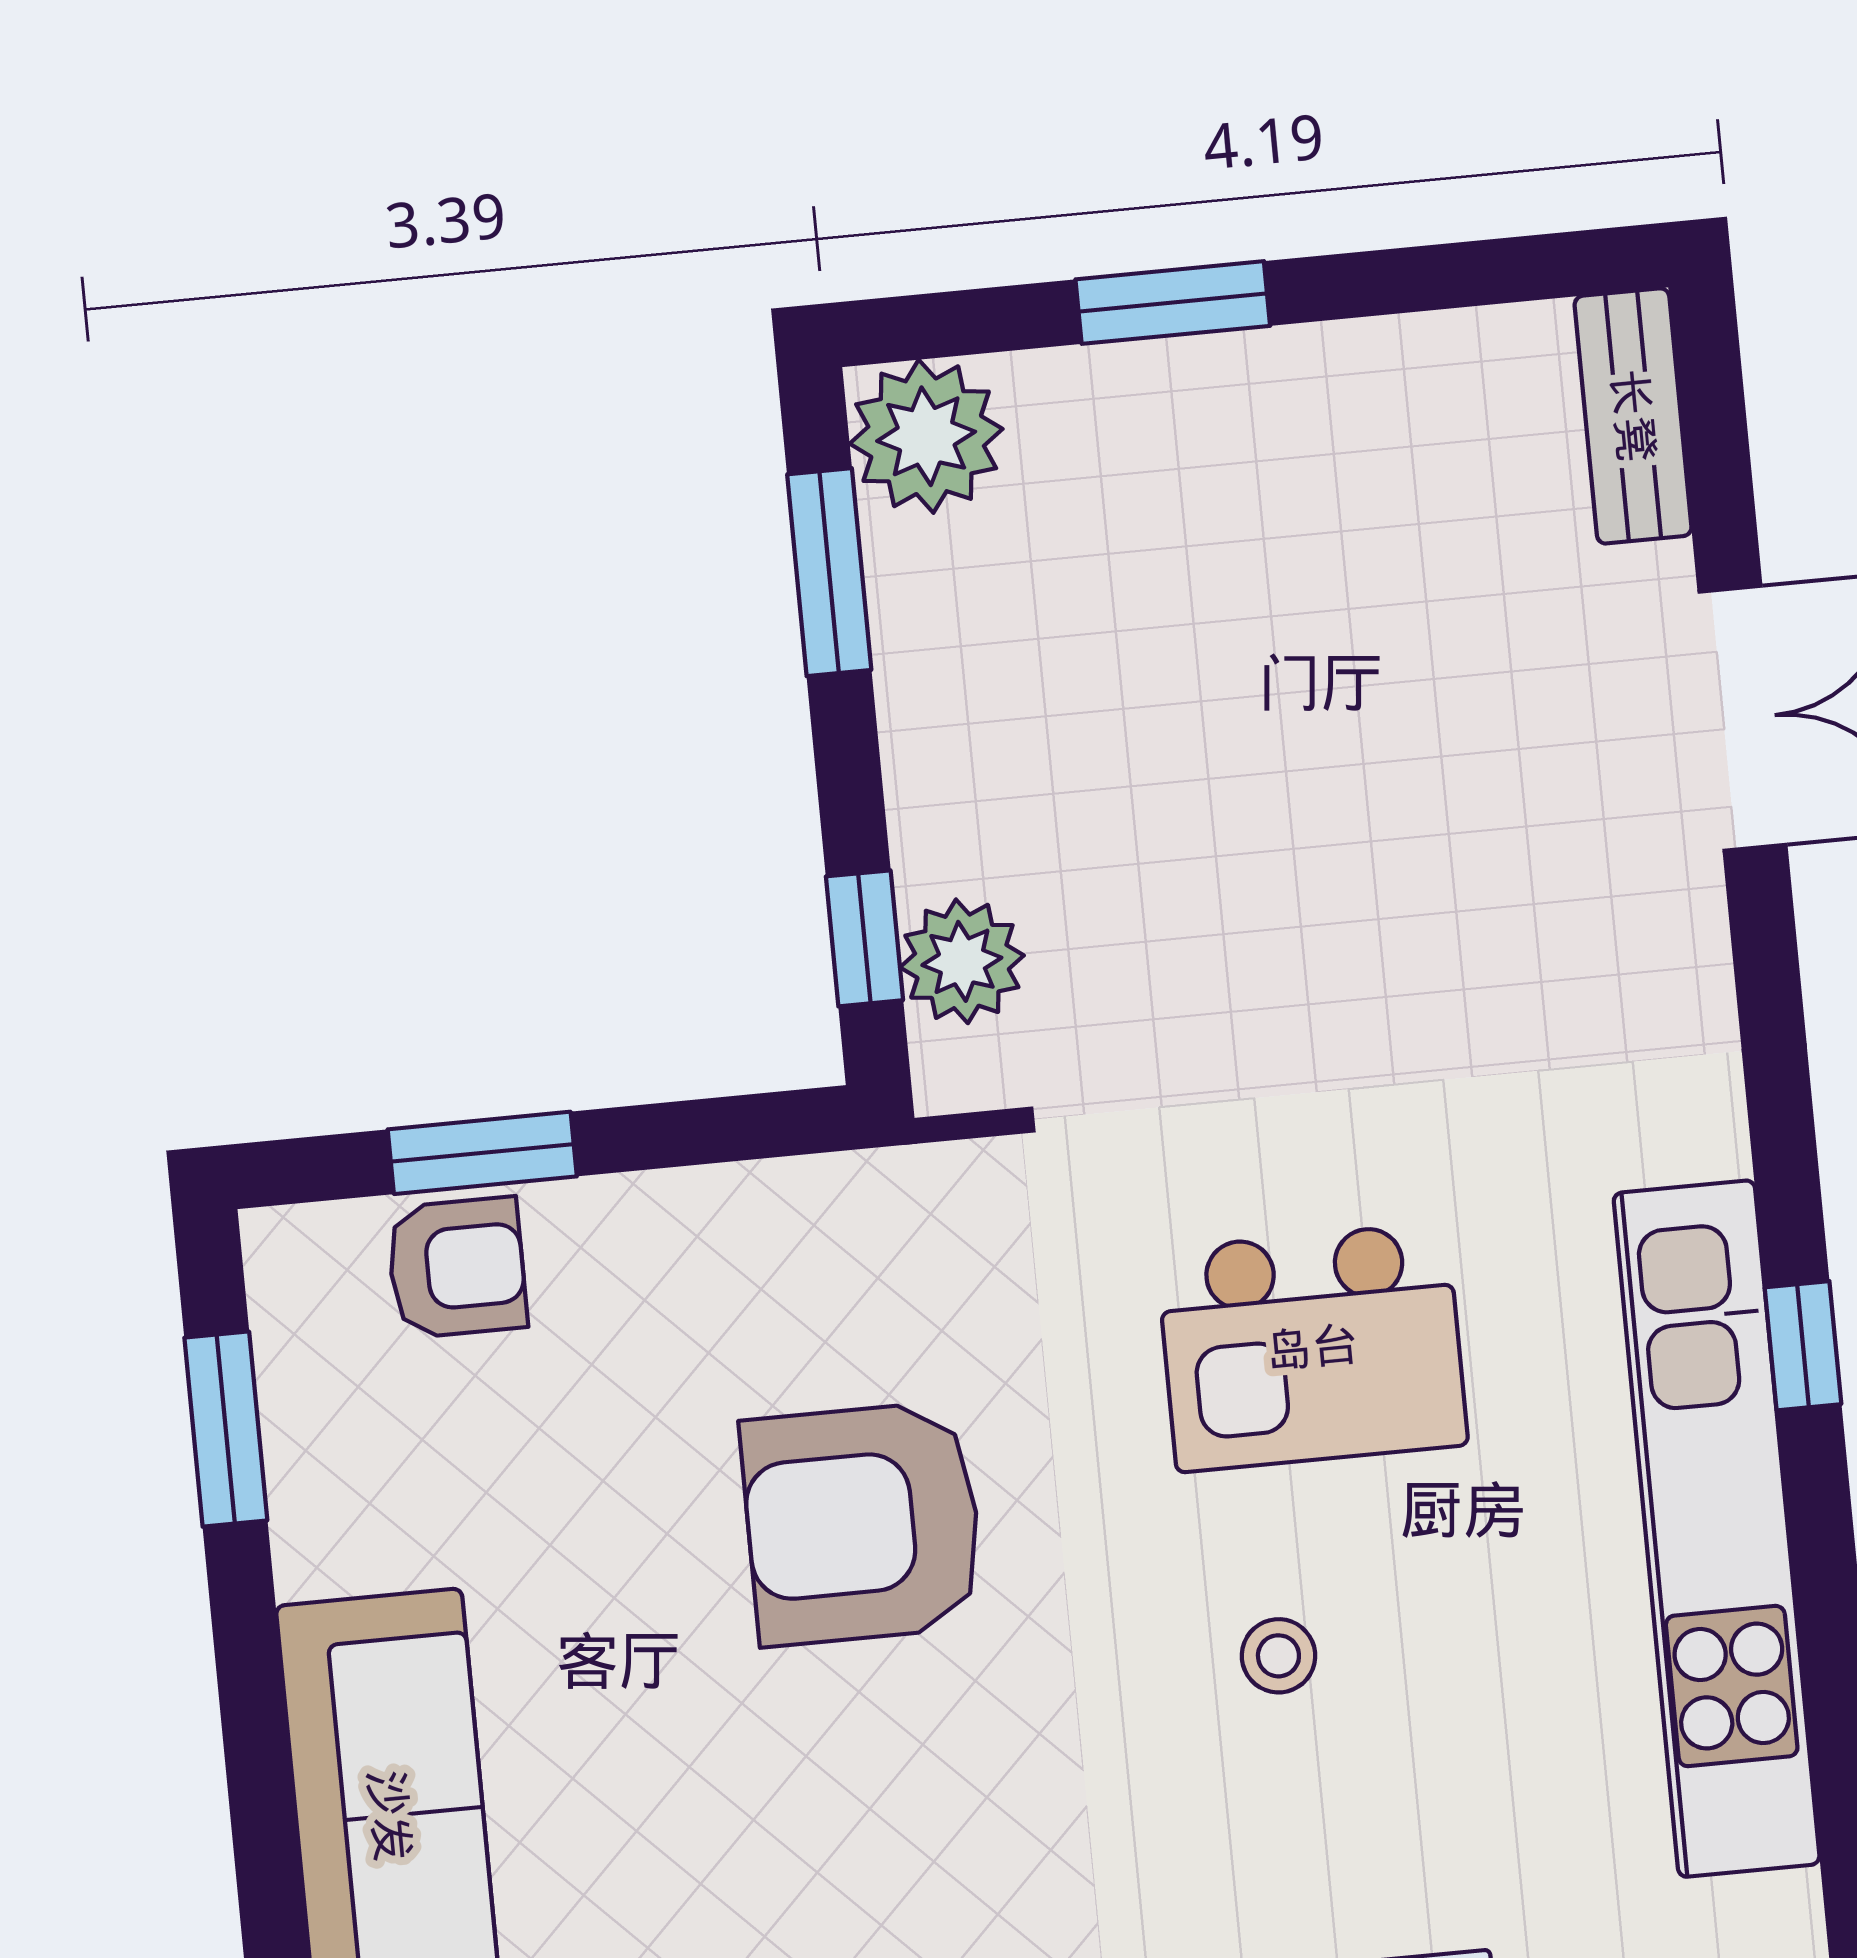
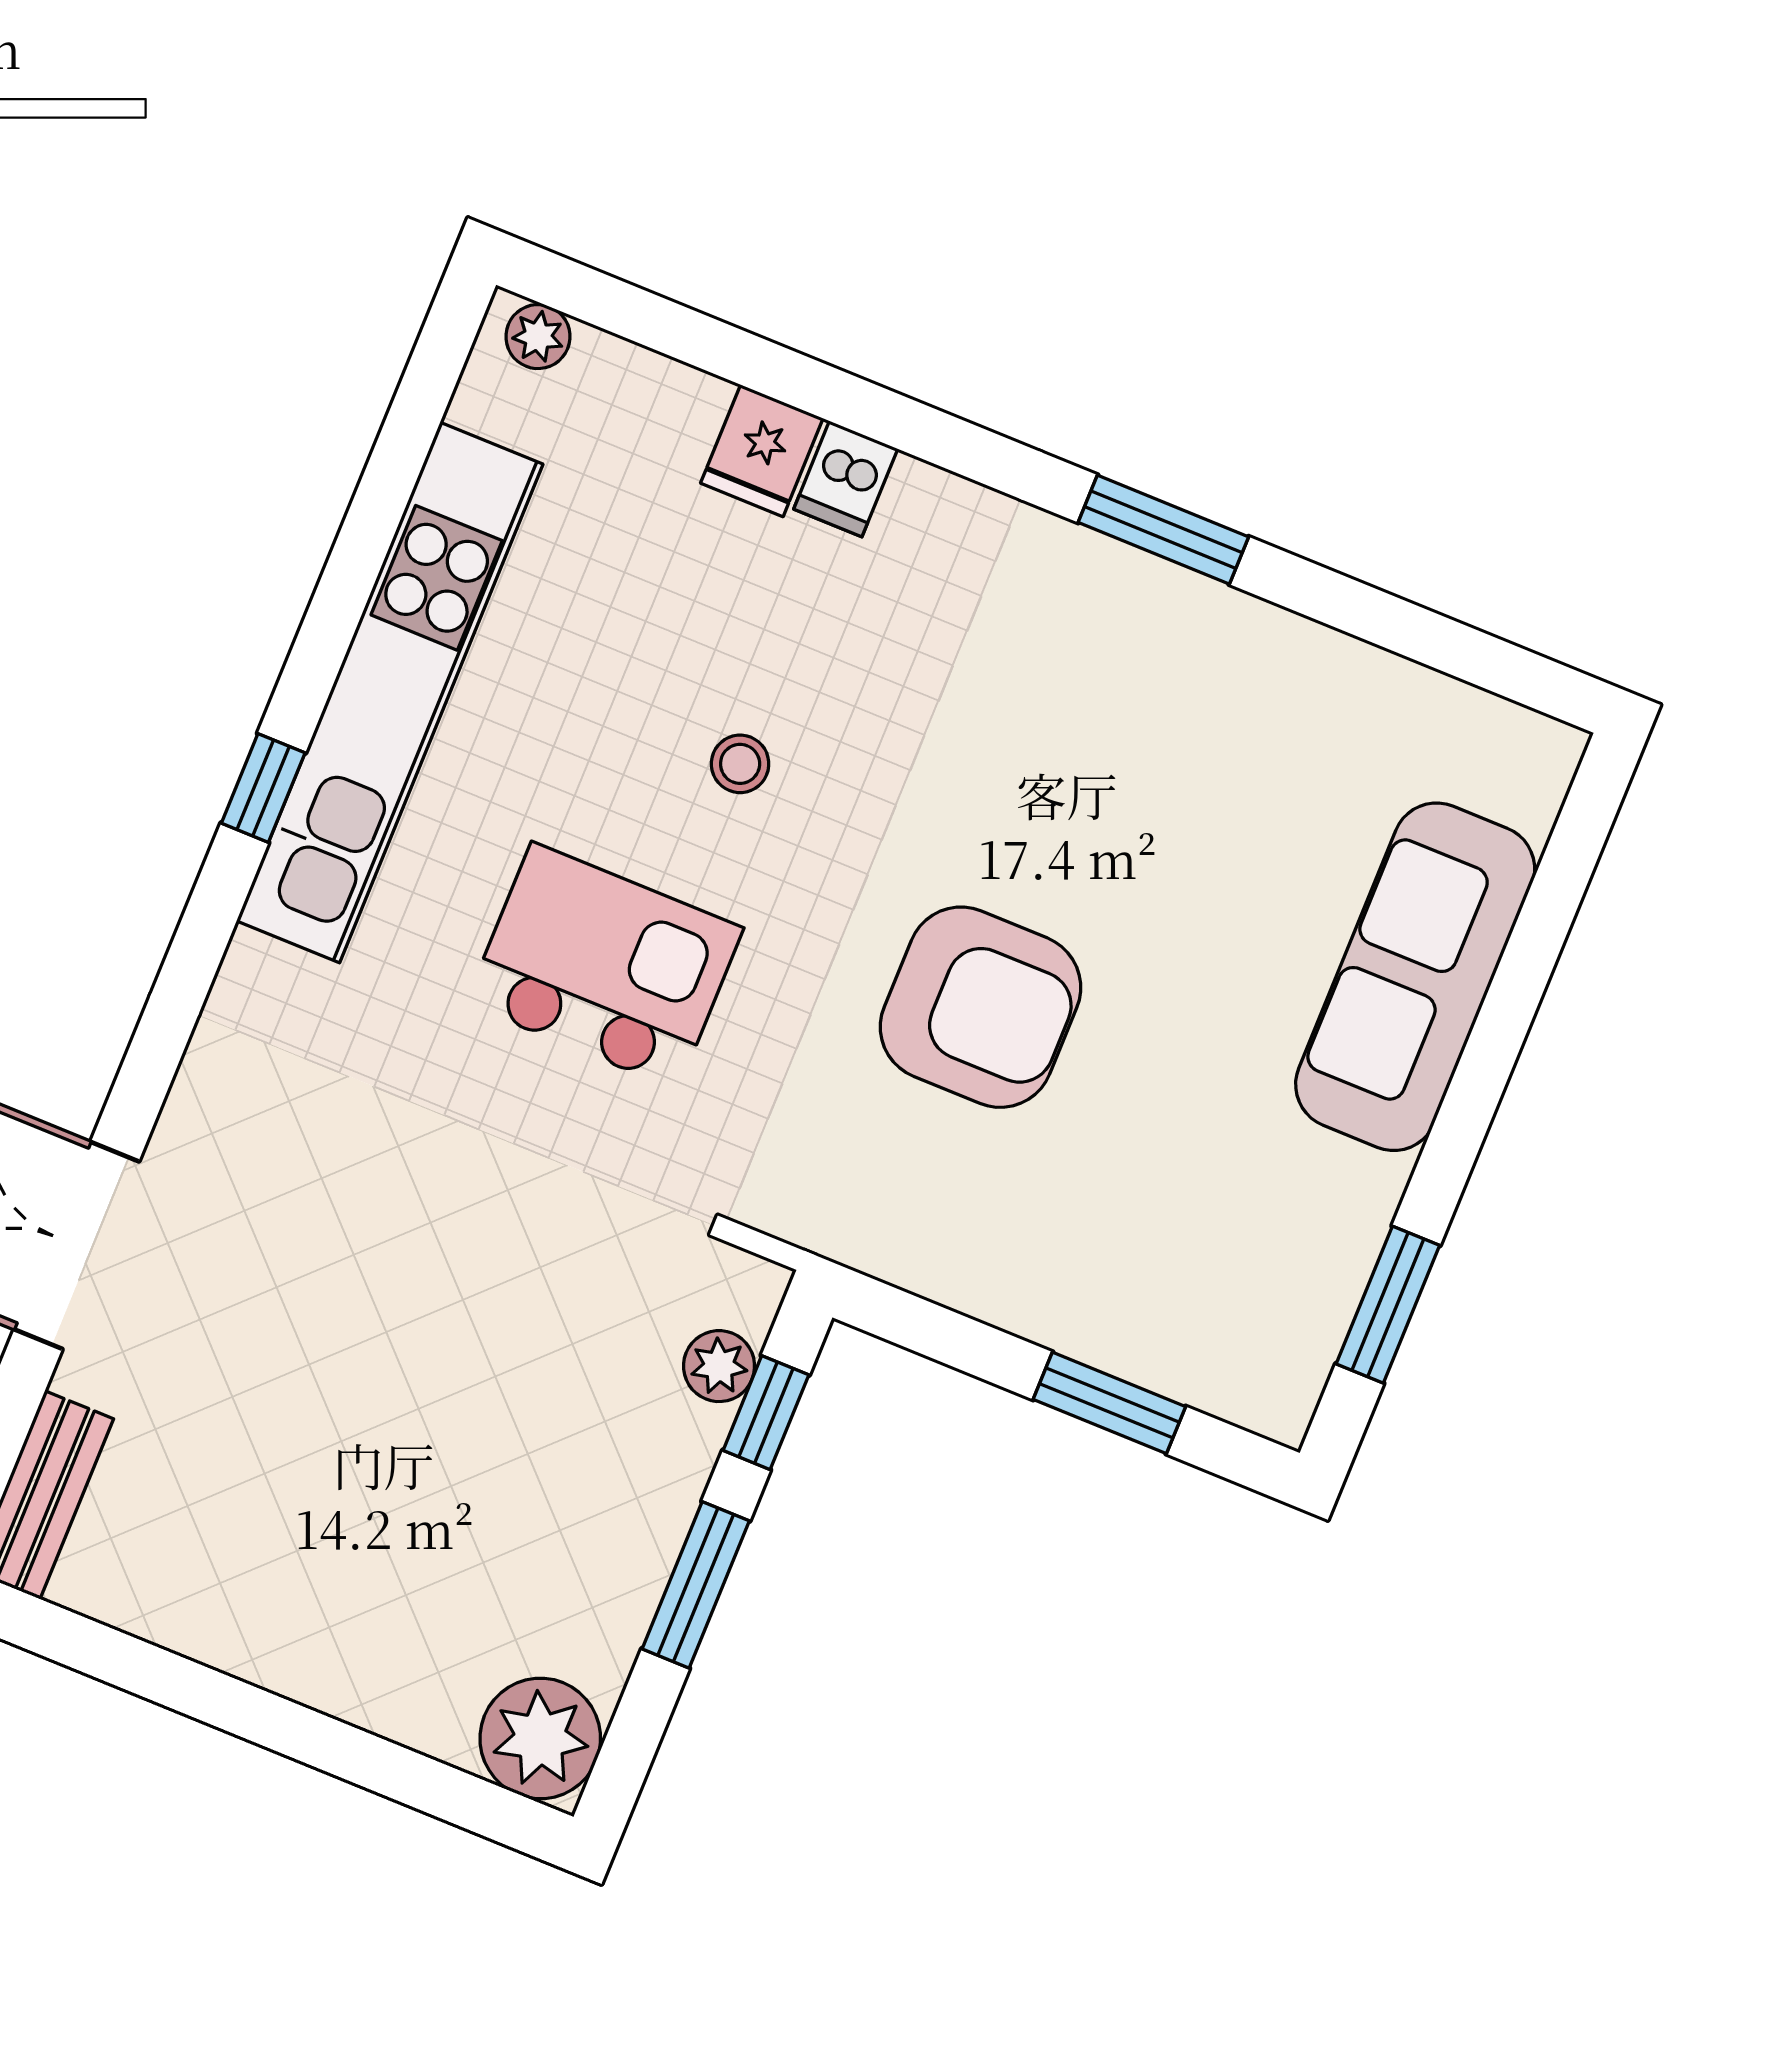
window: (1173, 303) -> (320, 1741), removed
window: (829, 572) -> (696, 1585), moved
plant: (962, 961) -> (719, 1366), width x0.73, depth x0.73
armchair: (457, 1268) -> (1169, 1333), removed

